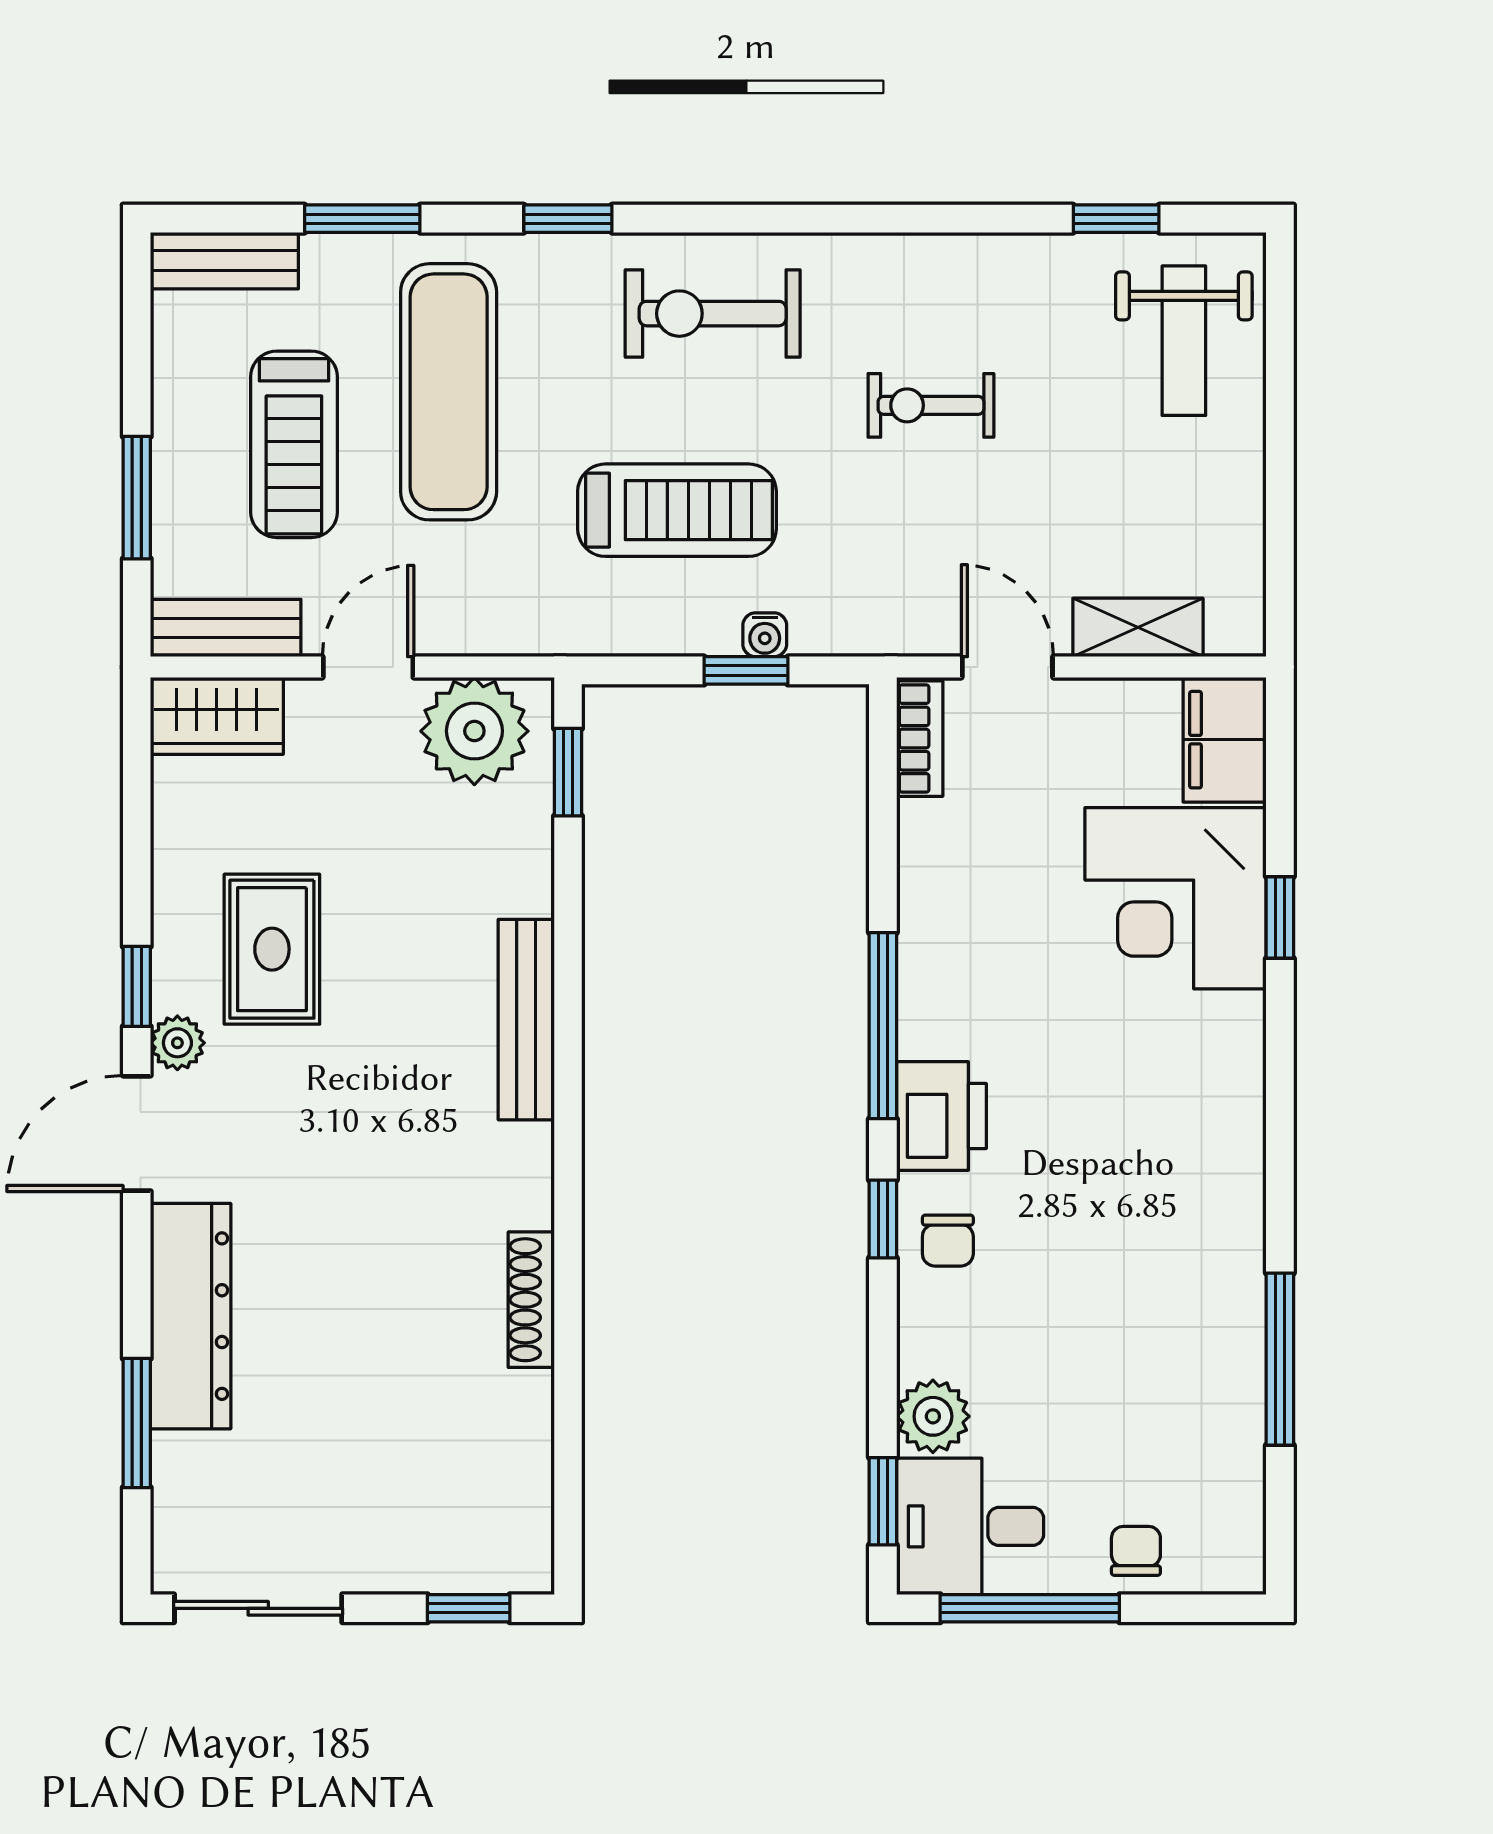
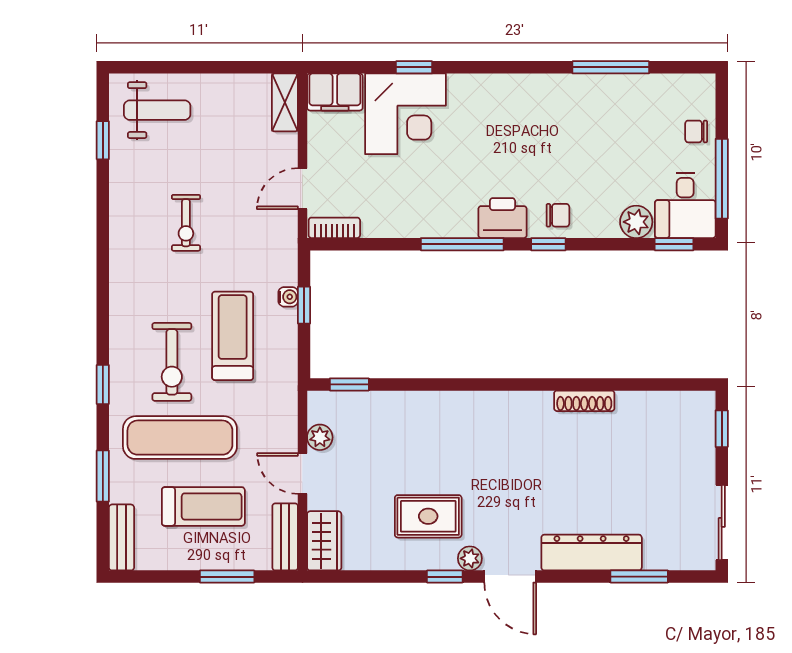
exercise bike: (713, 314) -> (172, 362), moved
shelving: (1138, 627) -> (285, 102), moved
plant: (474, 731) -> (320, 437), width x0.53, depth x0.53
bench: (526, 1020) -> (459, 403), removed

